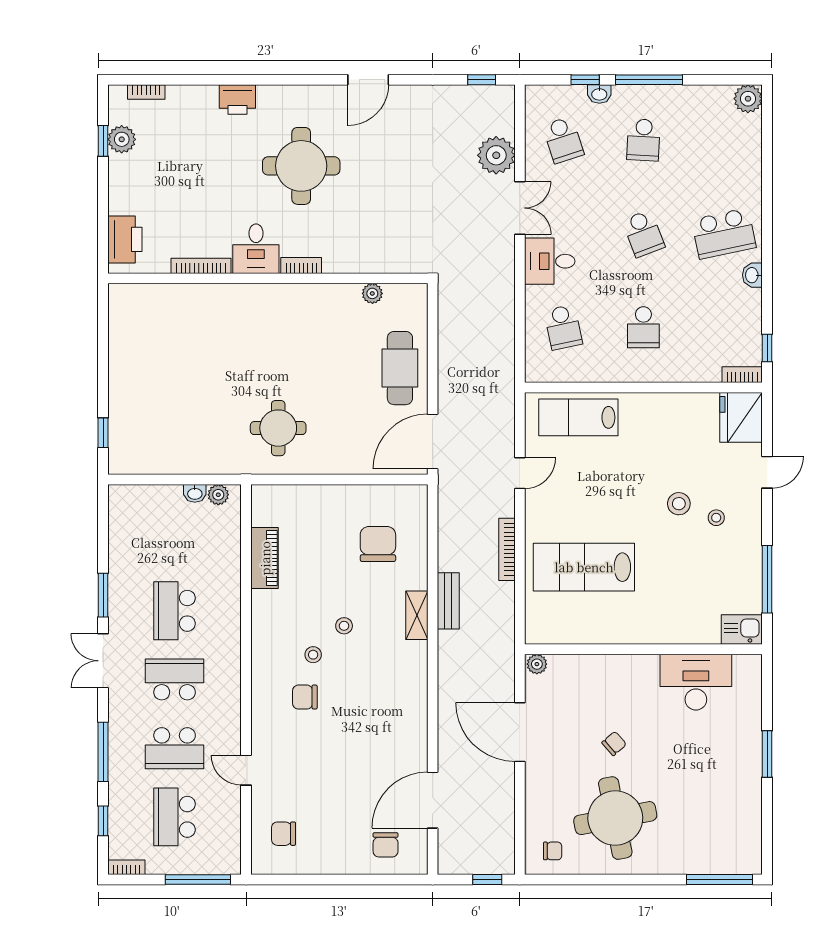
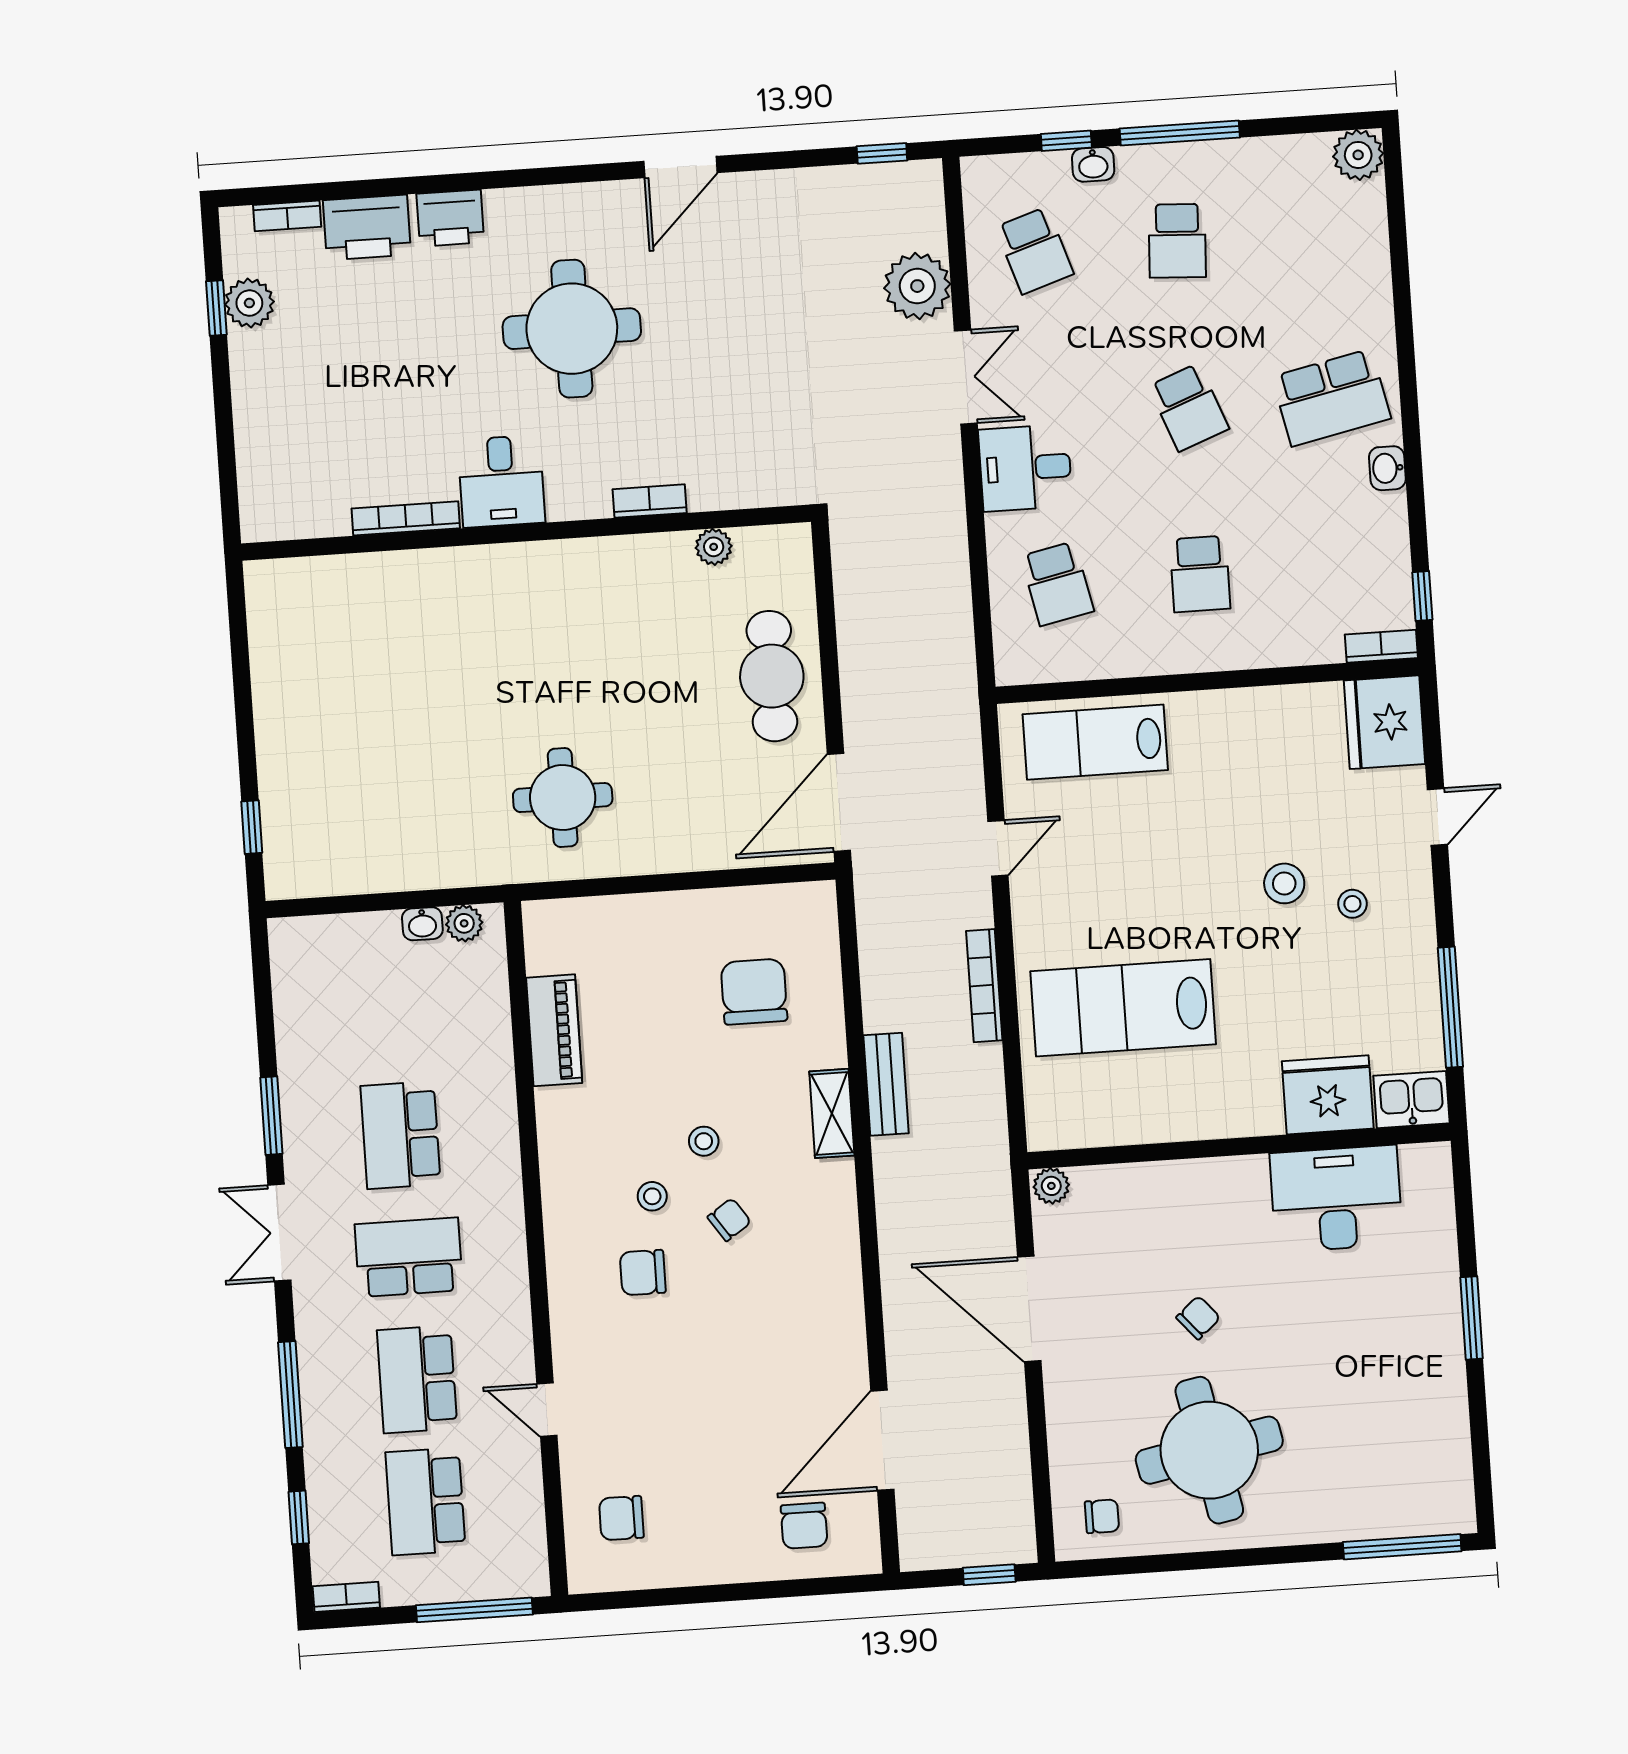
printer: (125, 239) -> (367, 227), moved, turned 90
bookcase: (301, 265) -> (650, 501), moved
fridge: (695, 624) -> (1328, 1095), added
chair: (355, 671) -> (729, 1220), added
school desk: (175, 748) -> (417, 1379), turned 90

